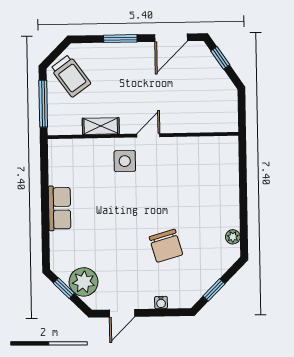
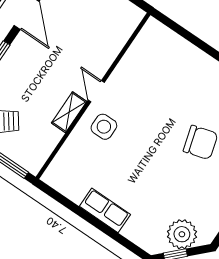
shelving: (101, 126) -> (69, 112), moved

